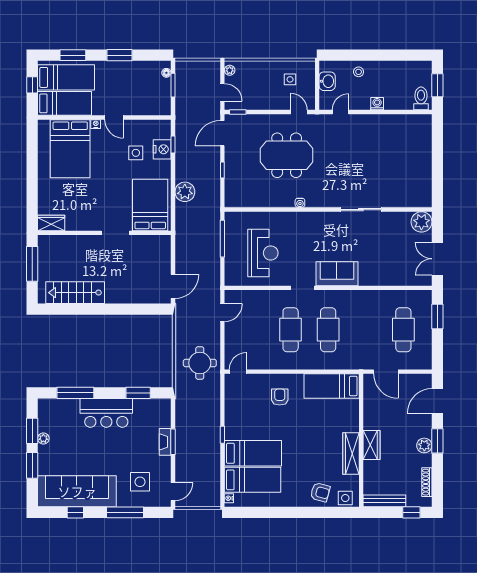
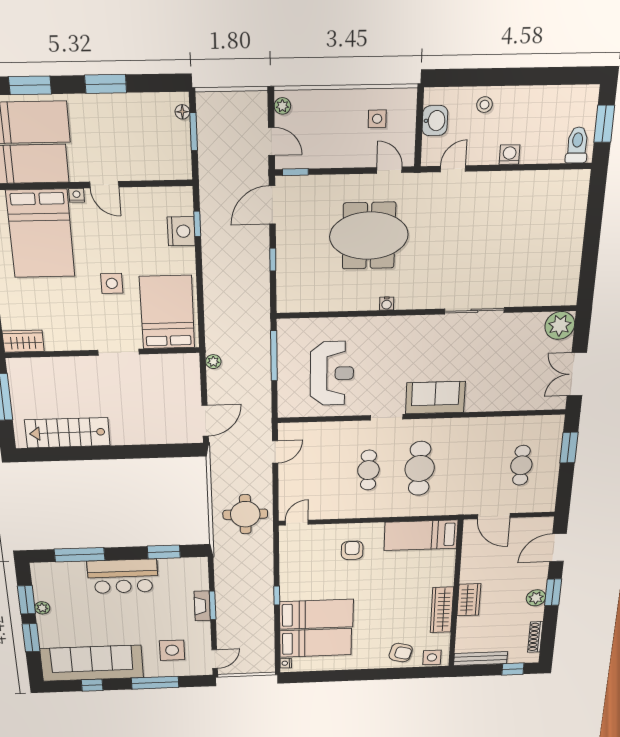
side table: (136, 153) -> (112, 283), moved
plant: (185, 192) -> (213, 362), moved, width x0.53, depth x0.53
cafe table: (291, 330) -> (368, 470), width x0.73, depth x0.74
cafe table: (403, 330) -> (521, 465), width x0.73, depth x0.74

